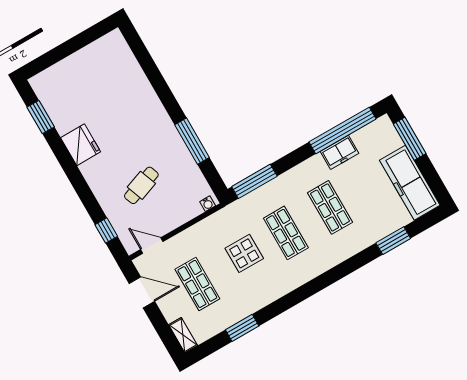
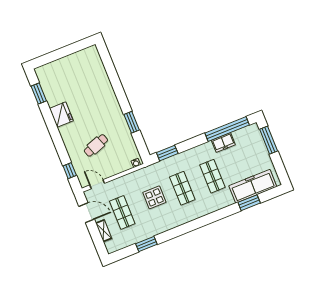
window: (192, 141) -> (132, 122), width x0.69
window: (254, 181) -> (167, 153), width x0.69
freezer: (410, 183) -> (253, 186), moved, turned 90
shelving: (183, 335) -> (104, 231), moved

